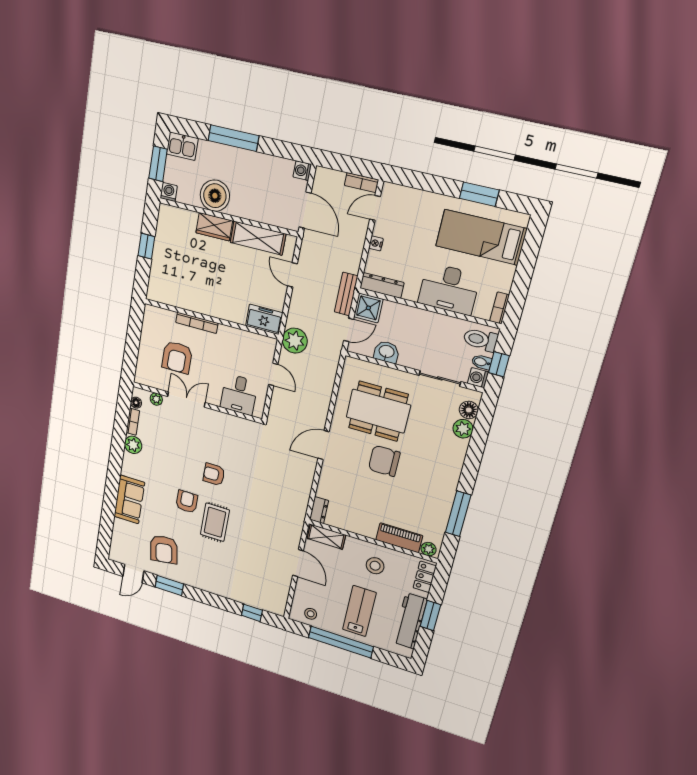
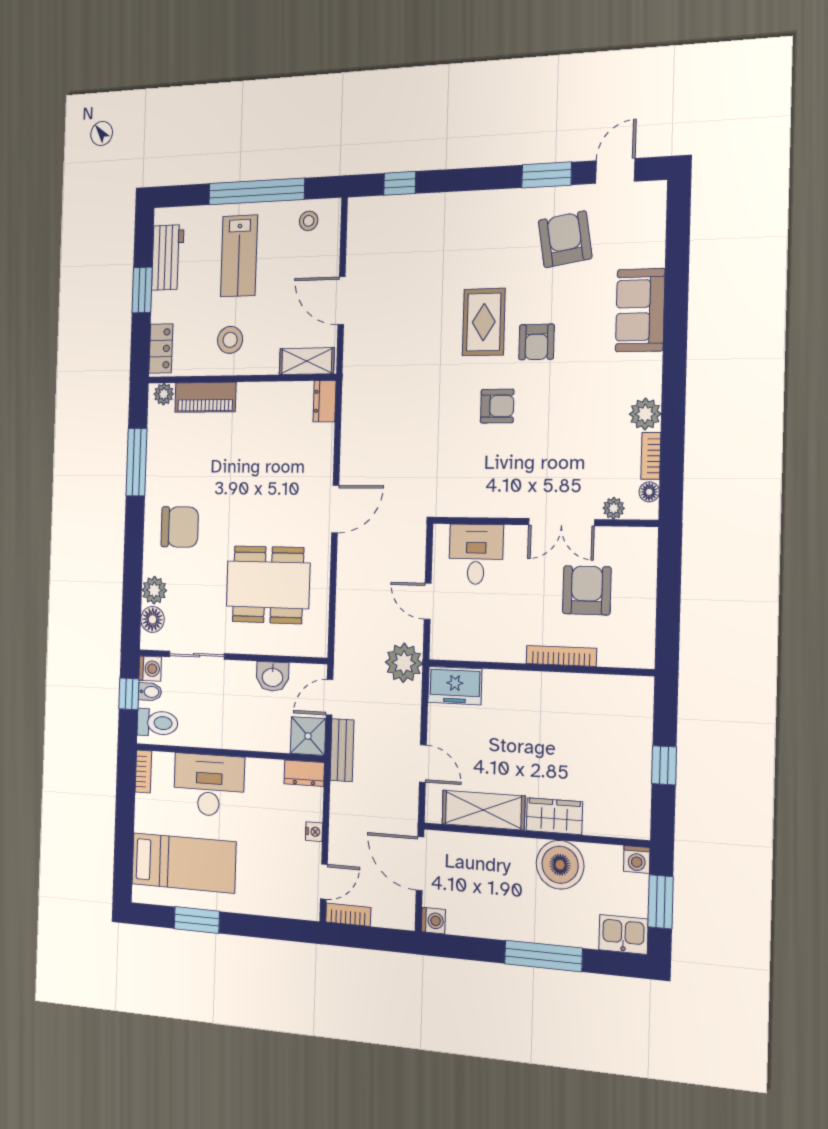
dresser: (382, 285) -> (304, 773), width x0.70
chair: (384, 461) -> (180, 527), moved
workbench: (410, 621) -> (168, 257), width x0.73

